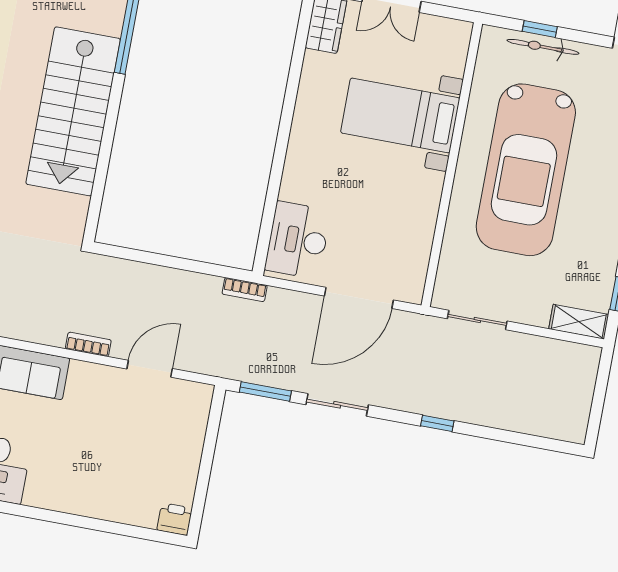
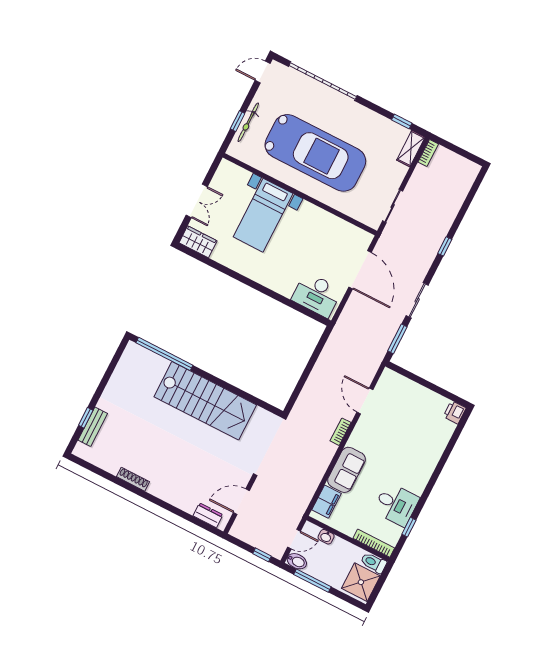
bookcase: (245, 290) -> (428, 153), moved

